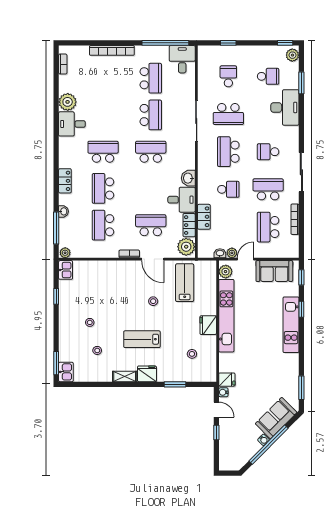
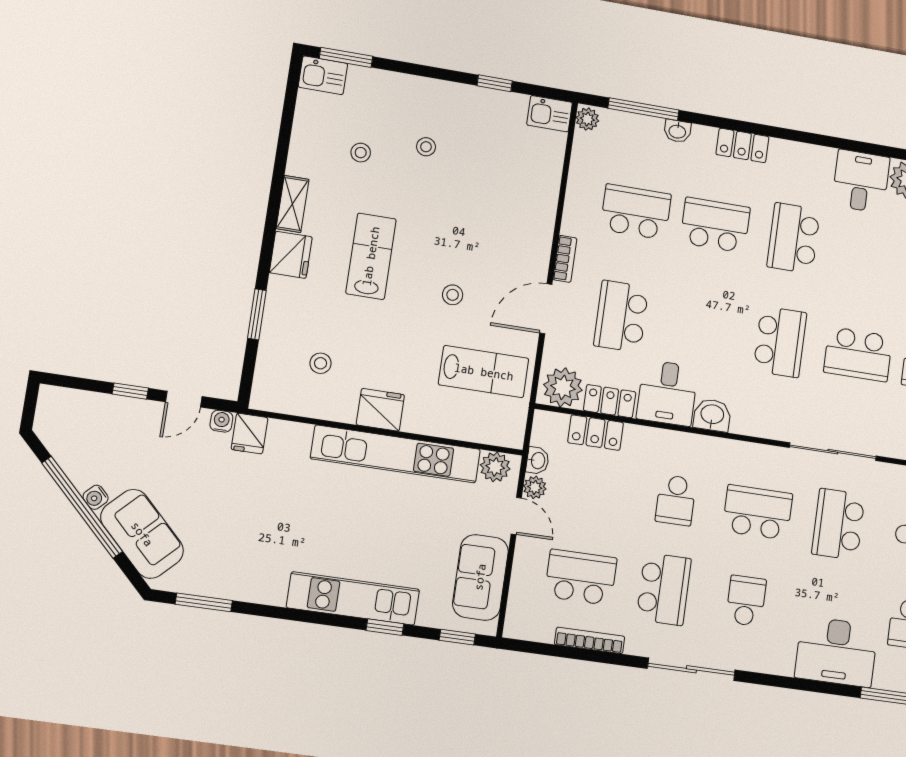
school desk: (103, 152) -> (794, 238), turned 180
locker: (204, 217) -> (596, 433), moved
school desk: (151, 225) -> (621, 316), turned 180

